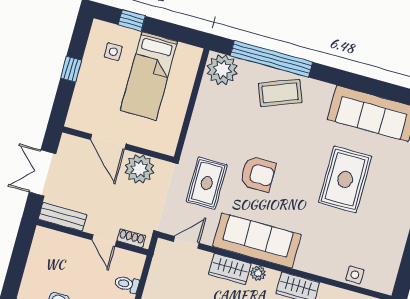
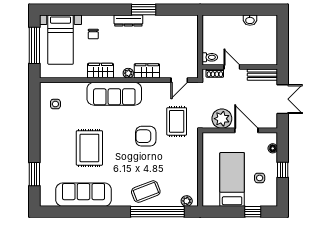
side table: (113, 52) -> (260, 178), moved
plant: (222, 70) -> (187, 201), width x0.53, depth x0.53
floor lamp: (77, 105) -> (273, 148), added
sofa: (257, 240) -> (114, 94), moved
side table: (355, 275) -> (55, 104), moved
toilet: (127, 284) -> (210, 57), moved

